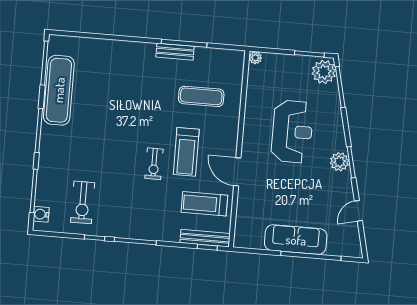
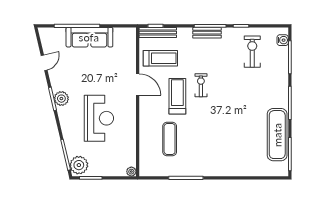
bench: (175, 52) -> (207, 33), moved
exercise mat: (201, 96) -> (170, 139), turned 90
reception desk: (292, 132) -> (99, 118), turned 180

